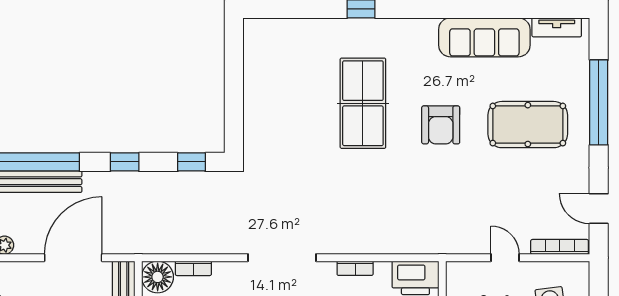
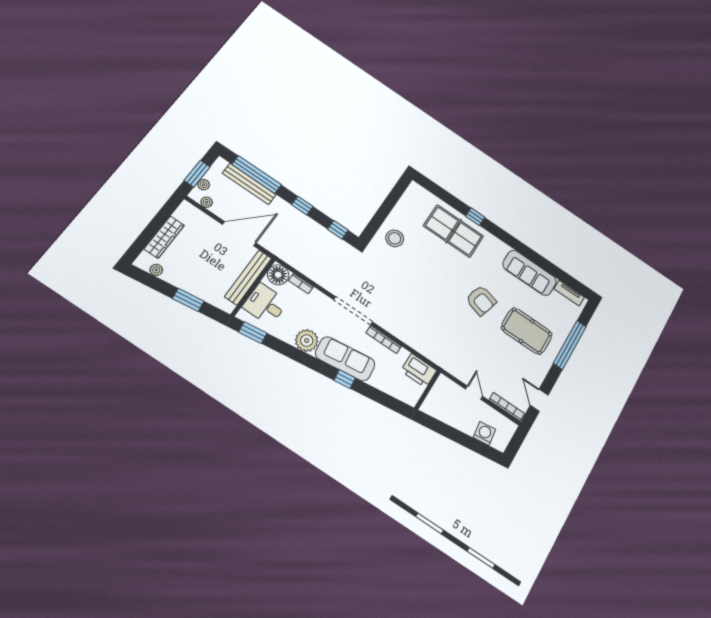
table tennis table: (363, 103) -> (453, 231), moved, turned 90
stool: (273, 120) -> (395, 238), added
armchair: (441, 125) -> (481, 300), turned -74
bookcase: (355, 268) -> (384, 339), width x1.56

